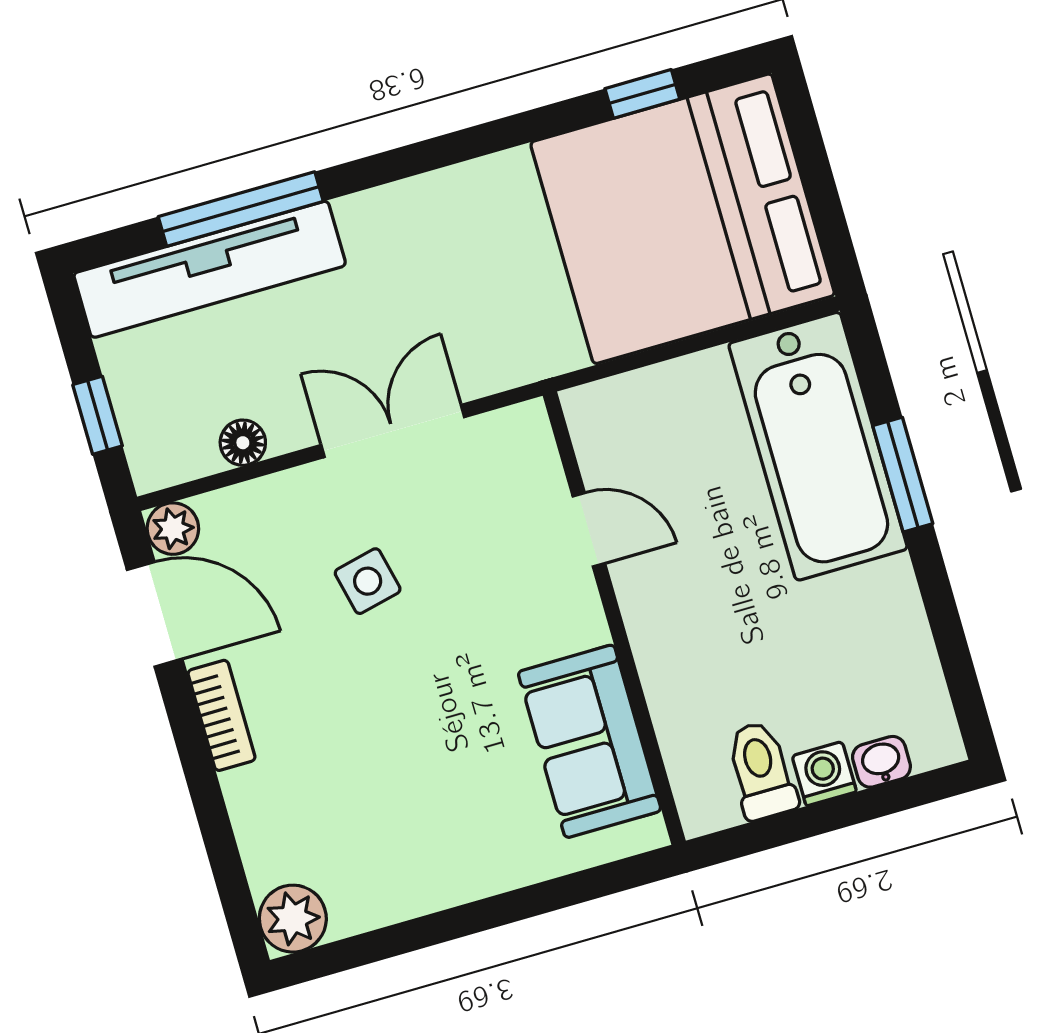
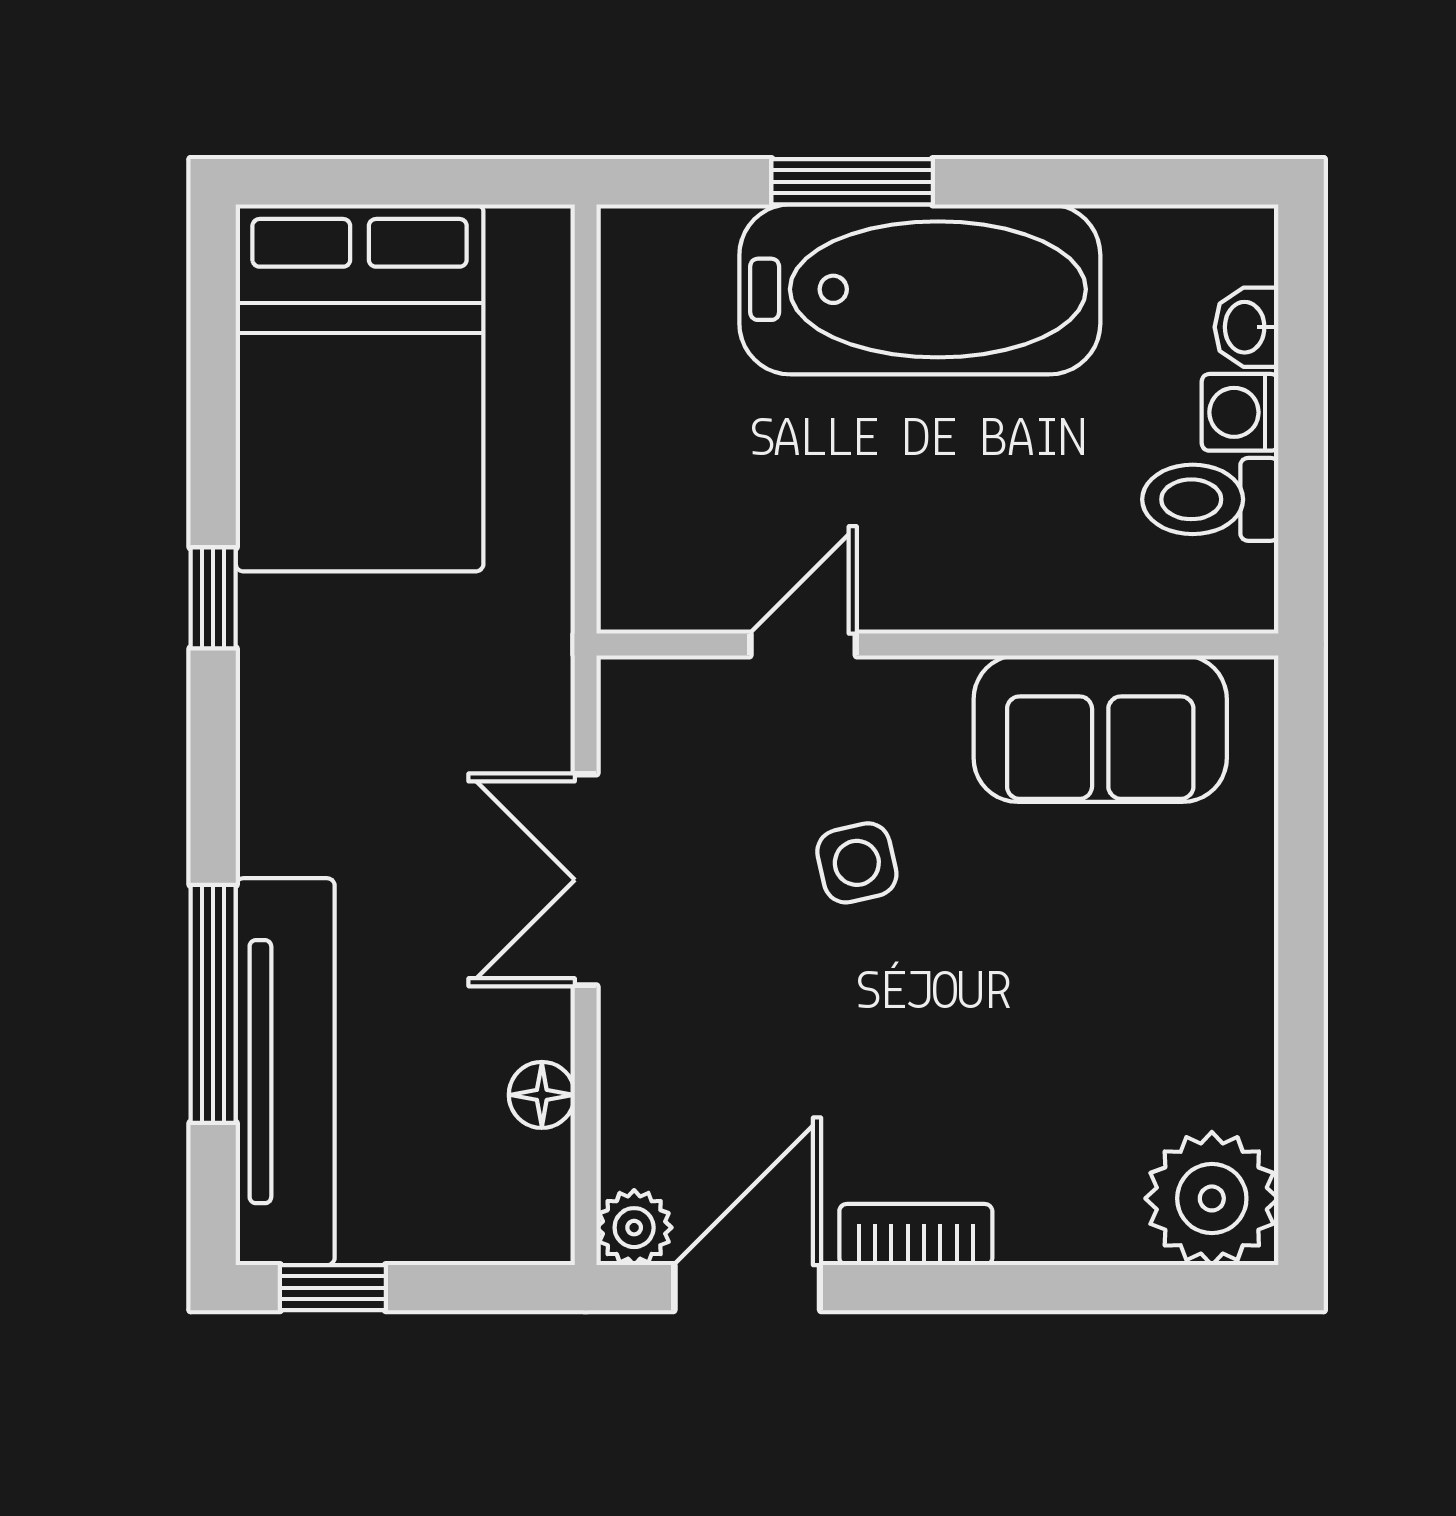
window: (642, 94) -> (213, 598), moved
bed: (683, 219) -> (360, 388), width x0.73
window: (98, 415) -> (333, 1288), moved
bathtub: (818, 446) -> (920, 289), moved
side table: (368, 581) -> (857, 863), moved
plant: (293, 919) -> (1212, 1198), width x1.36, depth x1.36

